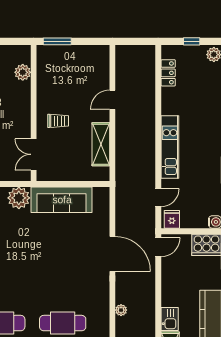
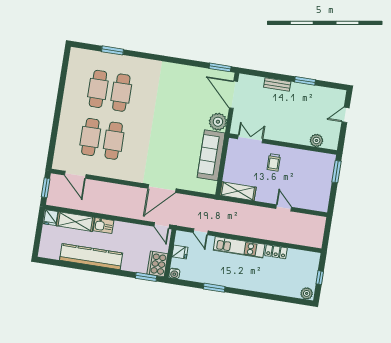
locker: (168, 73) -> (276, 252), moved
shelving: (101, 144) -> (238, 191), moved
fridge: (172, 219) -> (180, 252), moved
plant: (121, 310) -> (117, 188), removed

